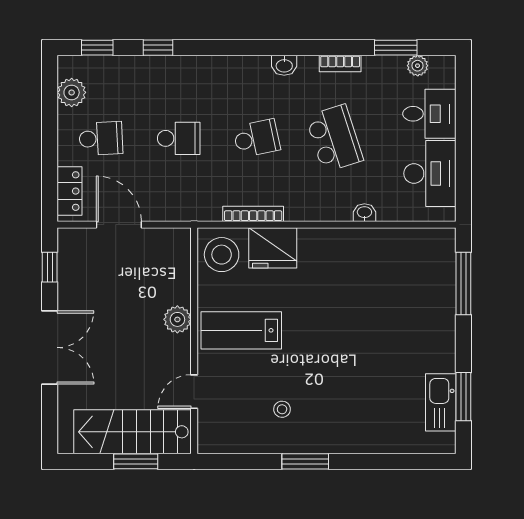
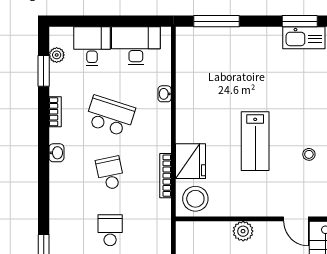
school desk: (334, 138) -> (110, 116), turned 36
lab bench: (241, 330) -> (255, 141), moved

